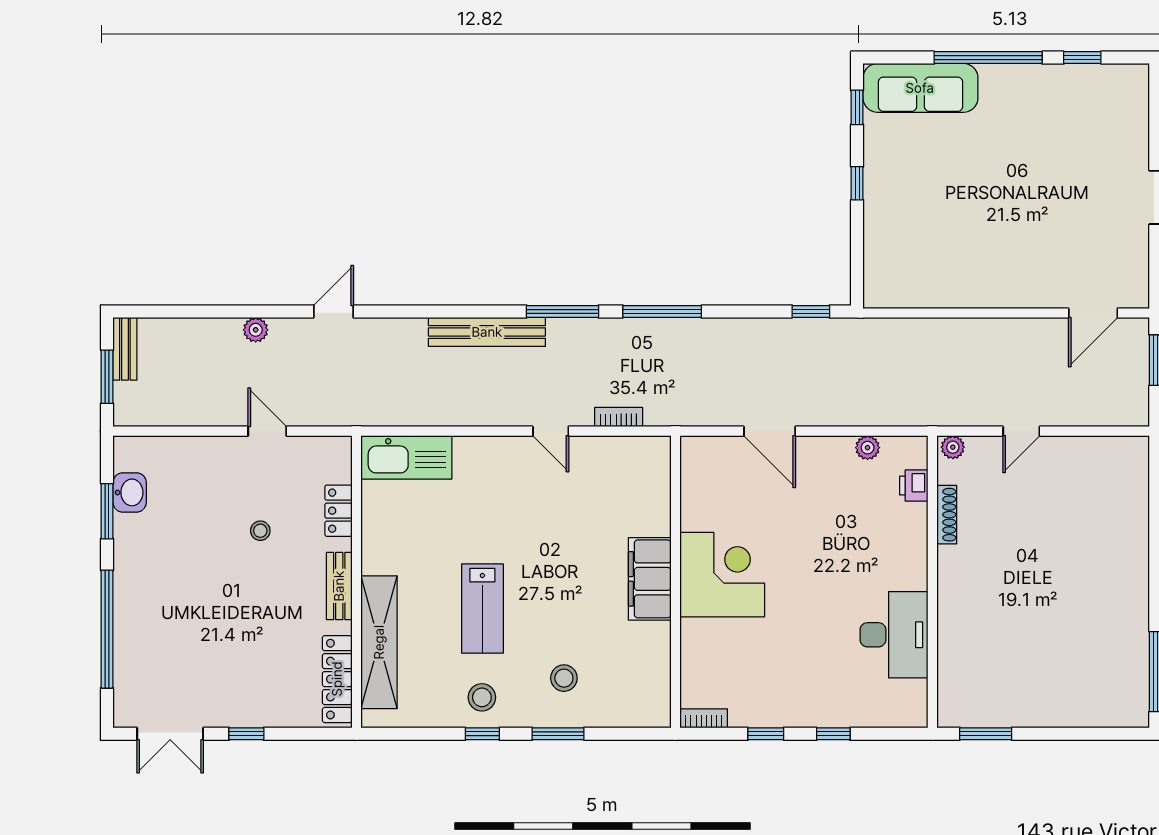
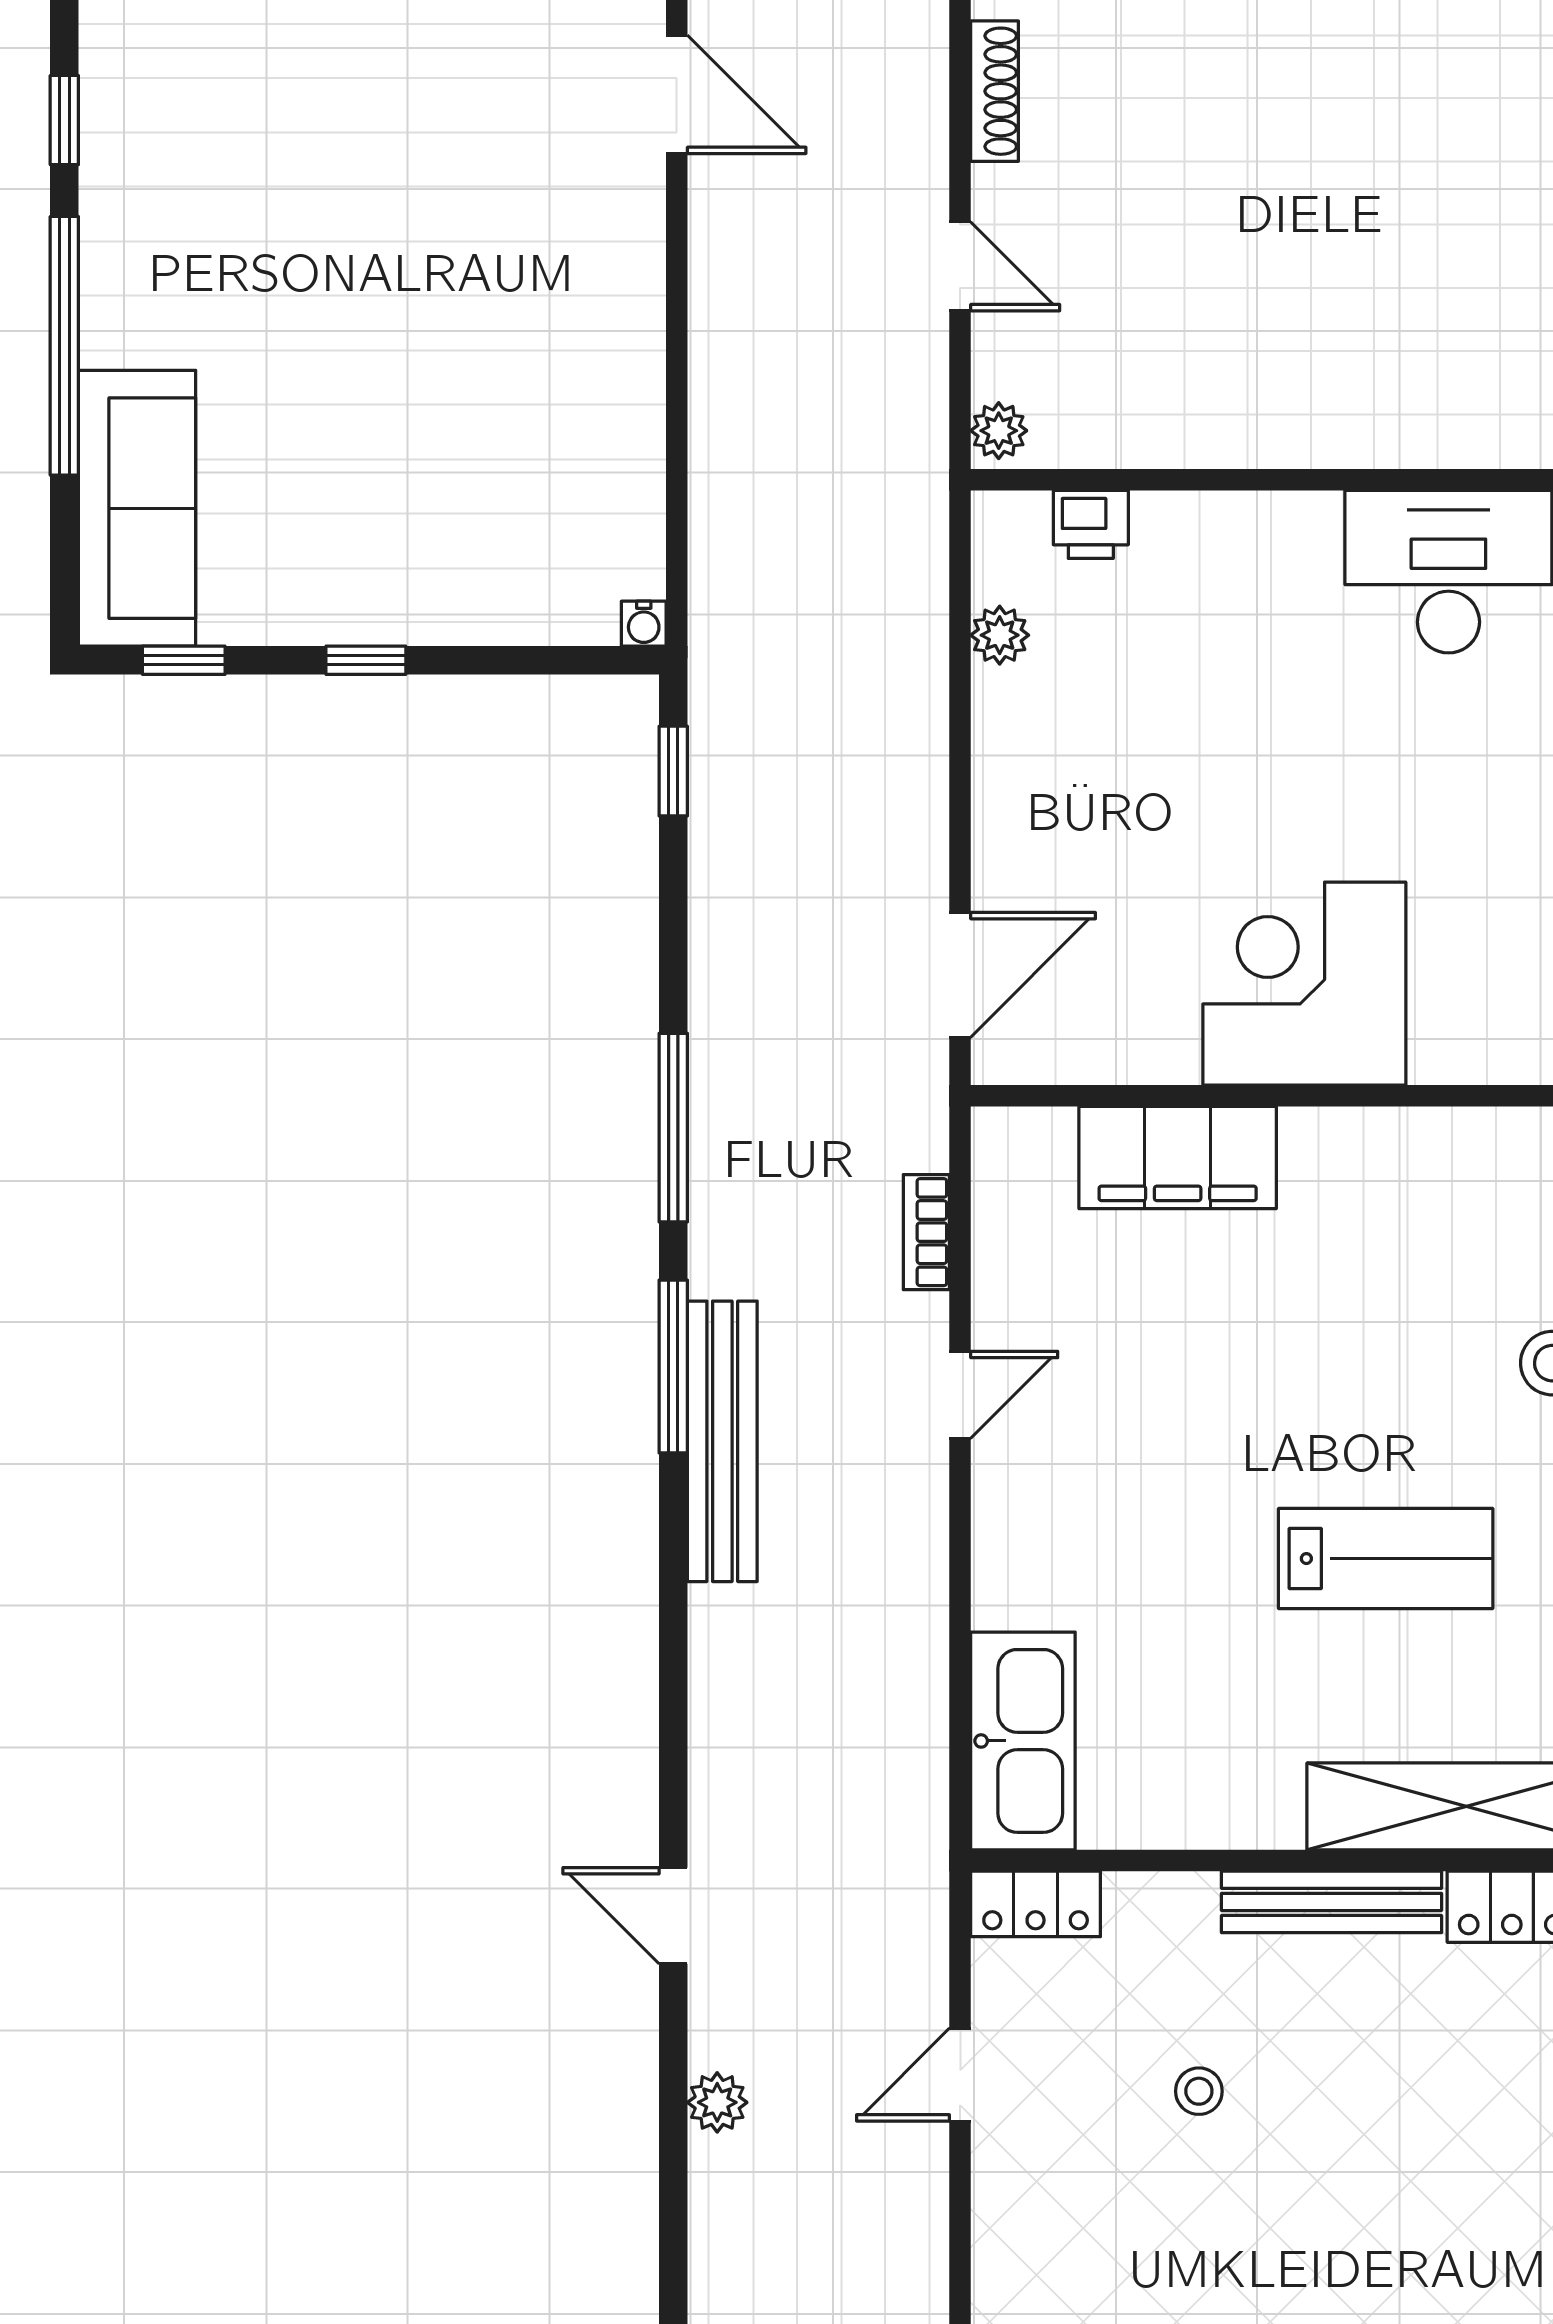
water cooler: (872, 299) -> (644, 624), added
bench: (487, 332) -> (722, 1441), moved
door: (770, 431) -> (960, 975), moved
locker: (338, 511) -> (1036, 1904), moved
shoe rack: (947, 515) -> (995, 91), moved, turned 90
filing cabinet: (650, 579) -> (1178, 1158), moved
bench: (339, 586) -> (1331, 1902), width x1.36

